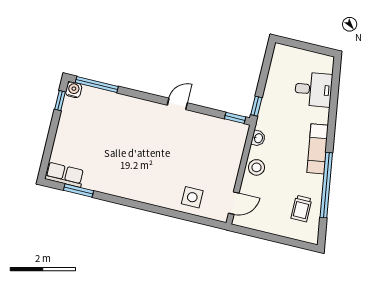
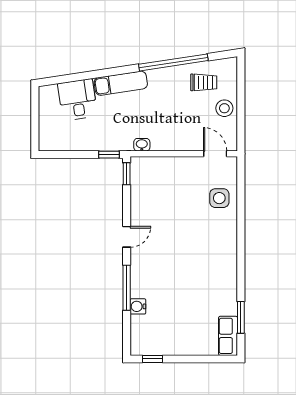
window: (97, 84) -> (127, 288), moved
water cooler: (74, 90) -> (138, 306), moved
door: (177, 104) -> (127, 237), swing flipped
exam couch: (318, 149) -> (121, 83), moved
stool: (256, 167) -> (224, 108), moved

